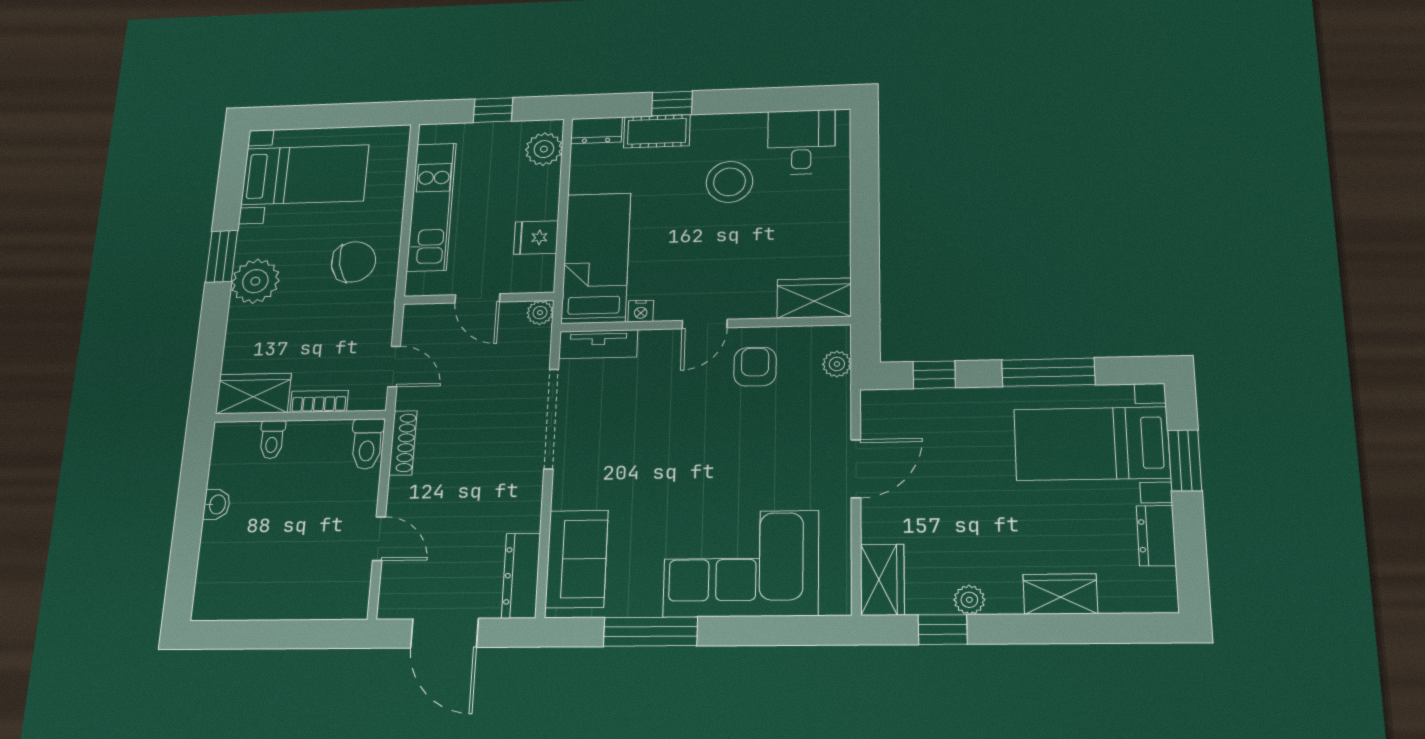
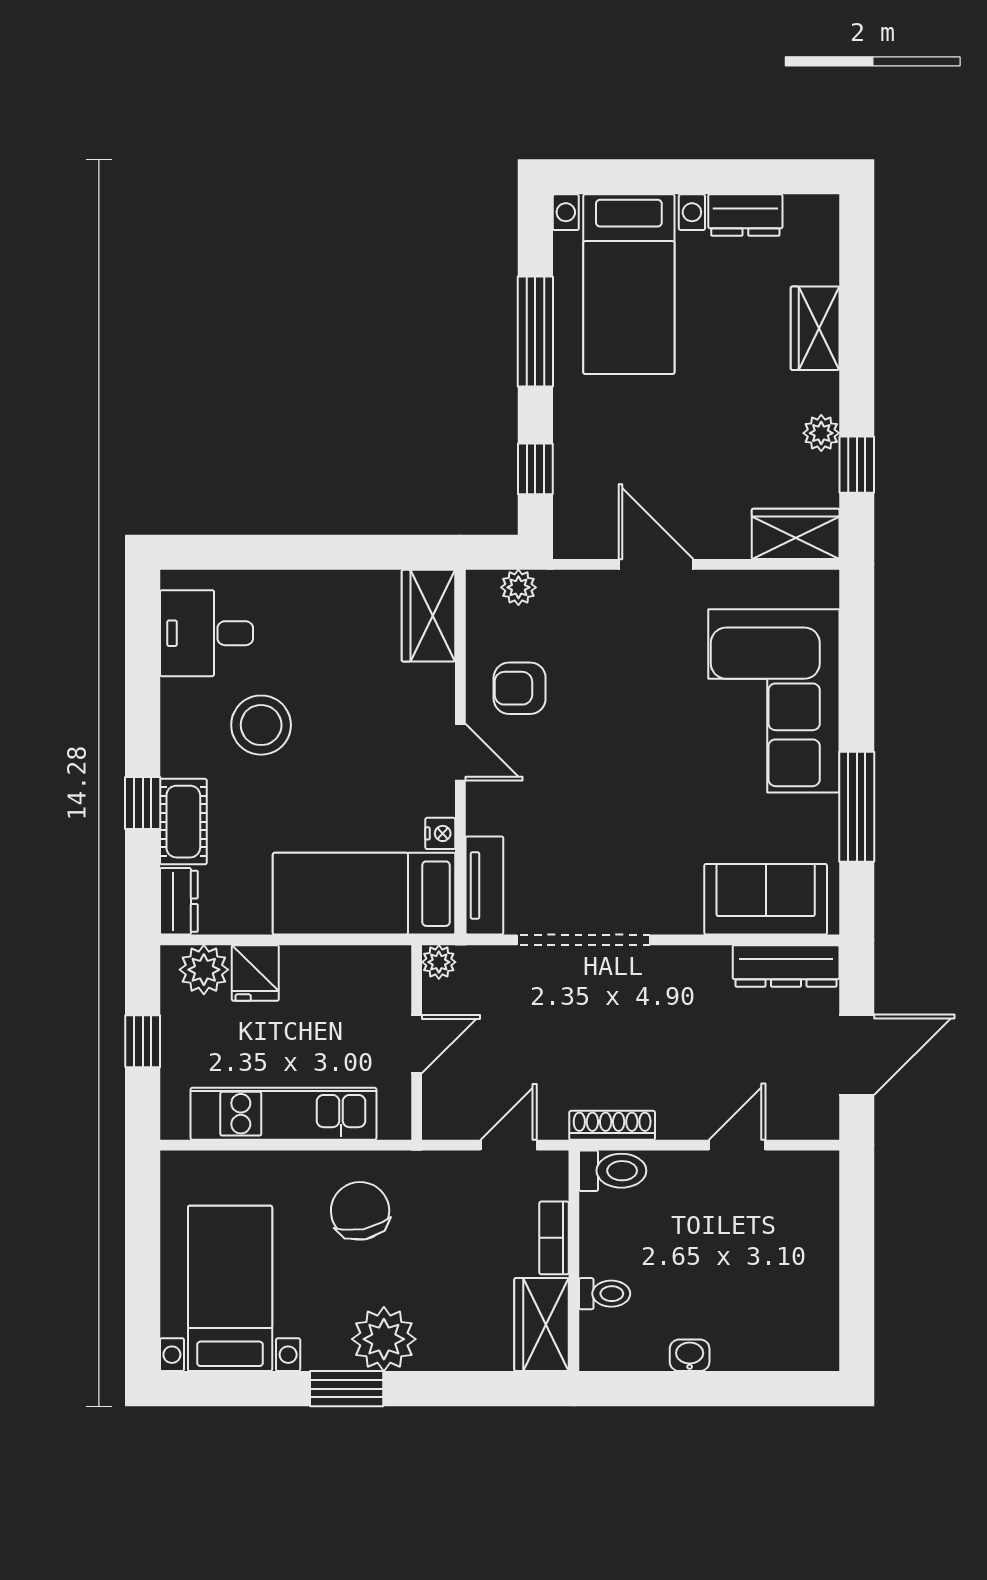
fridge: (536, 237) -> (255, 973), moved
window: (1185, 460) -> (652, 177), removed

